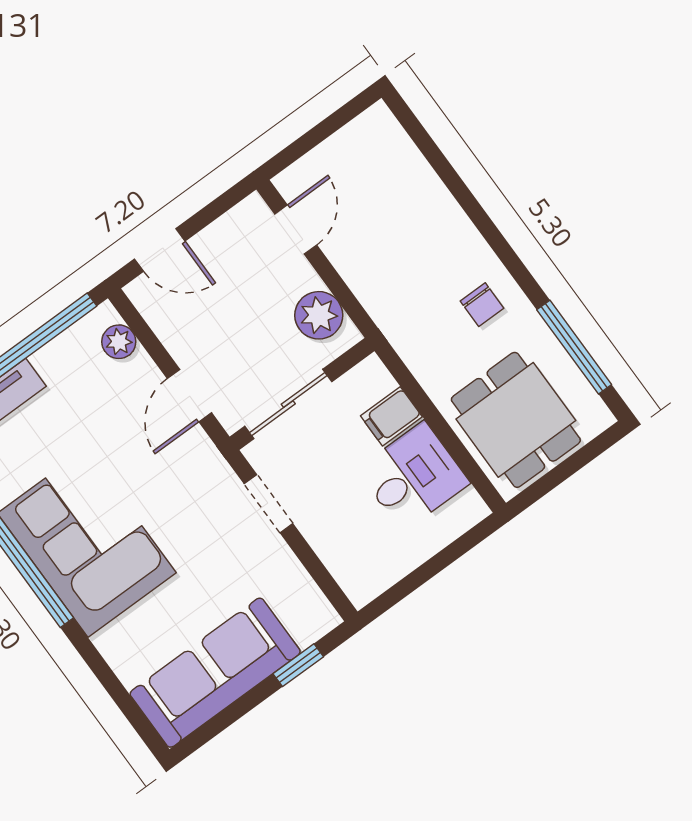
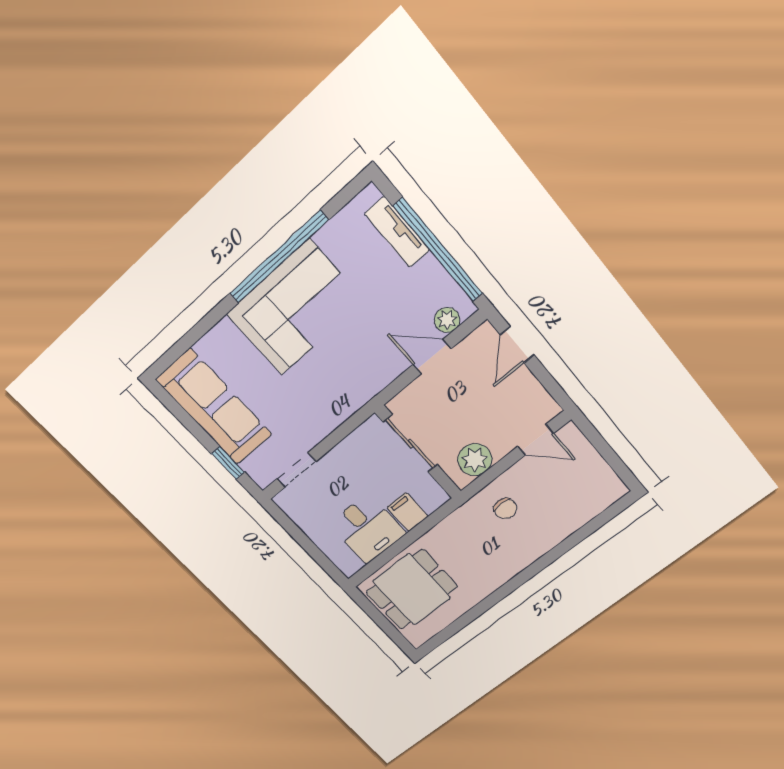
chair: (482, 305) -> (505, 508), moved, turned -90
window: (574, 347) -> (463, 621), removed
door: (189, 396) -> (432, 357), moved
doorway: (268, 504) -> (296, 470), moved

